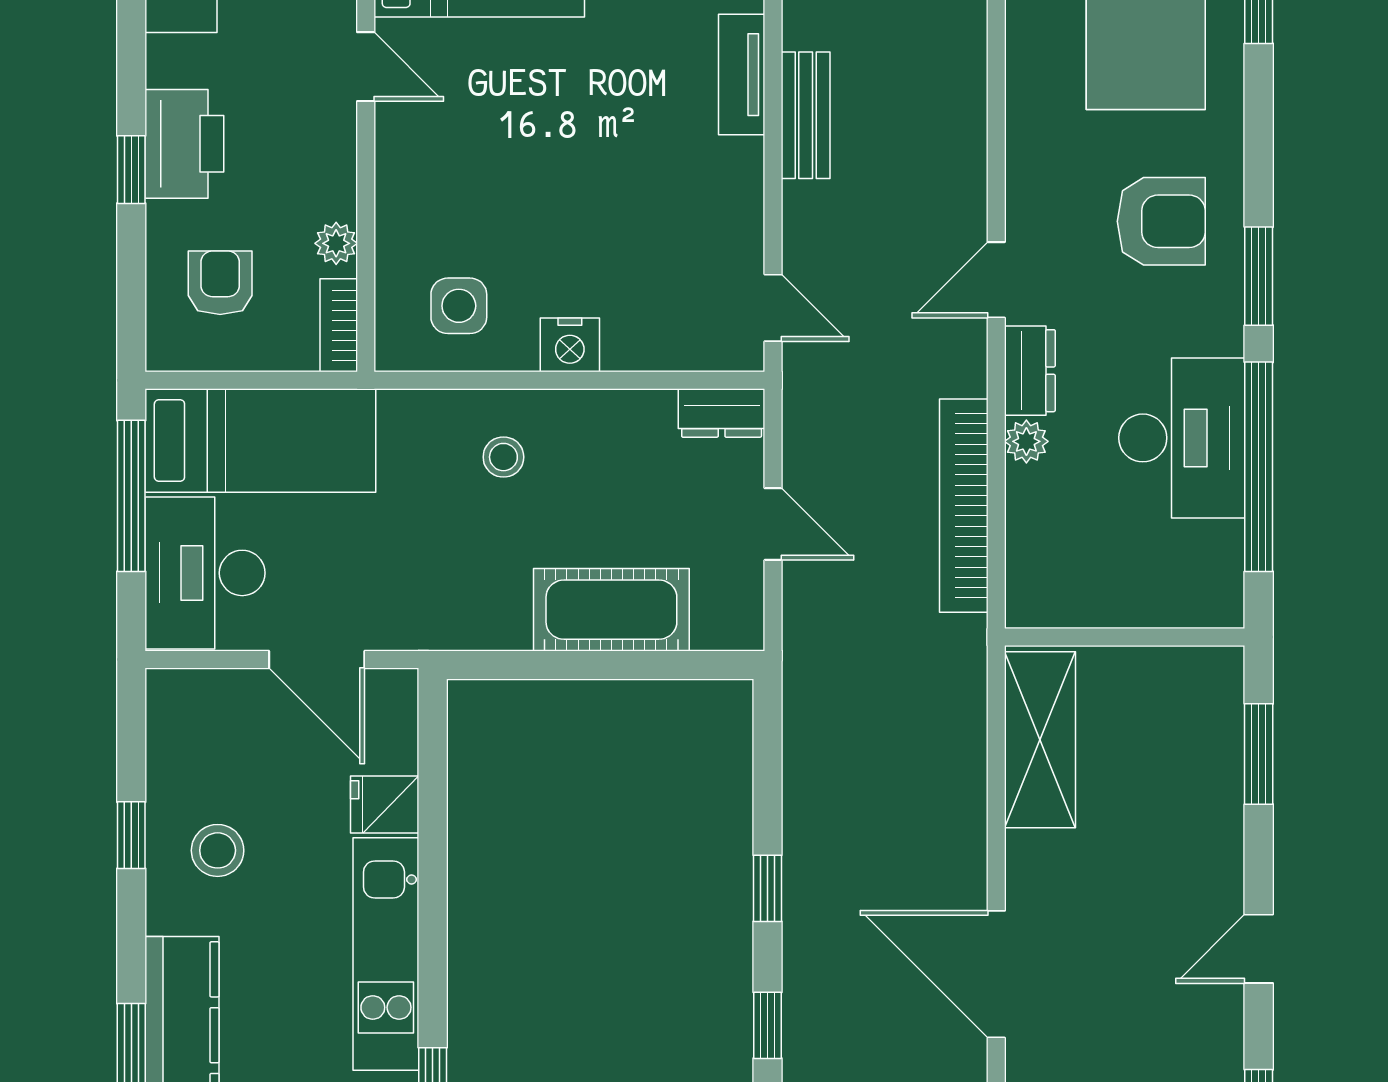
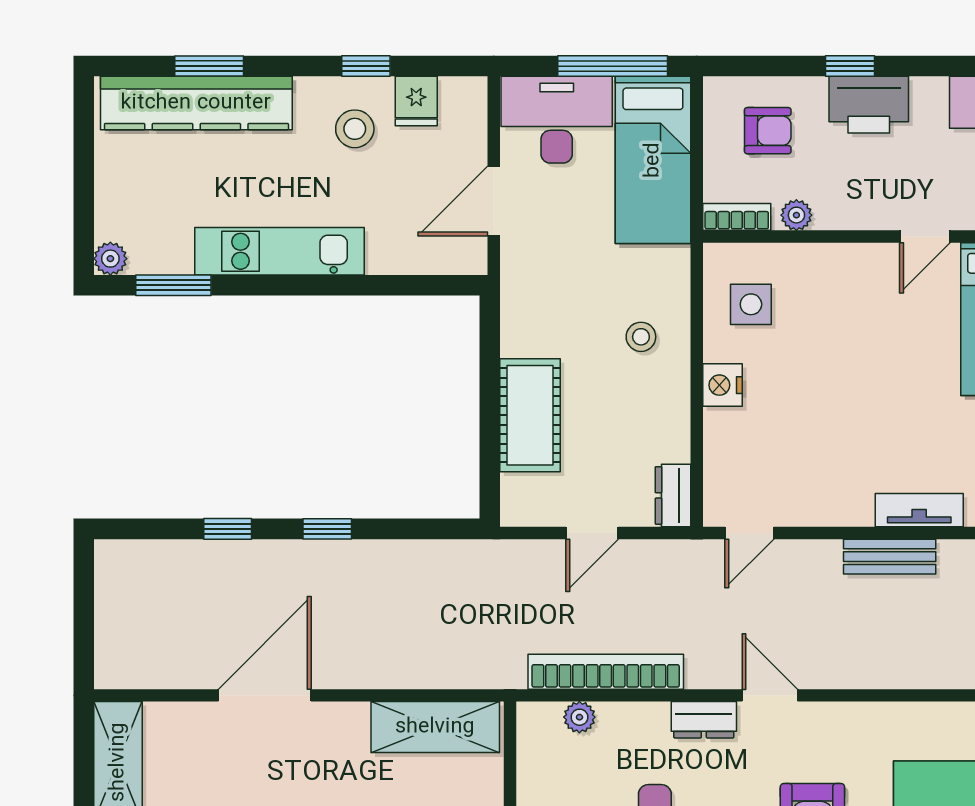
plant: (1026, 441) -> (579, 717), moved
fridge: (385, 805) -> (416, 101), moved, turned 180

